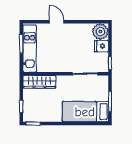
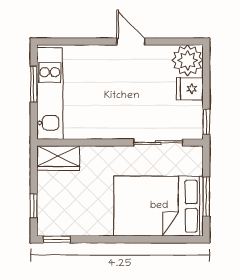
door: (57, 22) -> (131, 41), moved
wardrobe: (39, 82) -> (58, 158), width x0.67
bed: (85, 112) -> (159, 206), width x1.50

